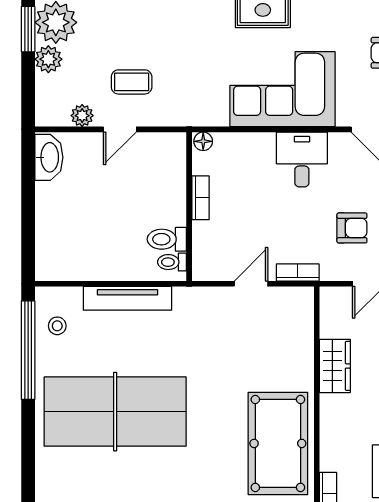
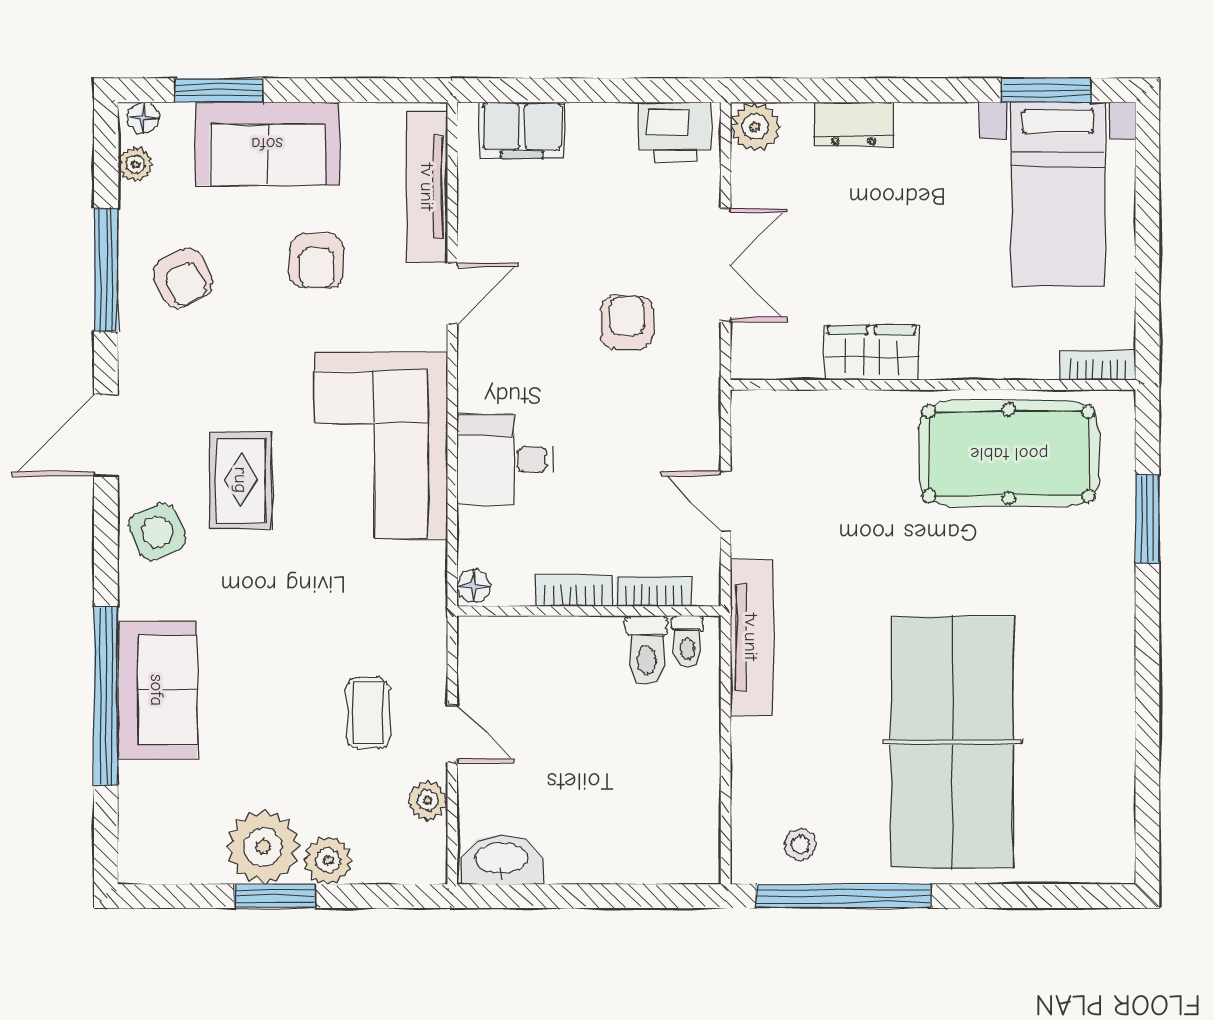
desk: (302, 159) -> (506, 459), moved
bookcase: (298, 272) -> (654, 591), moved, turned 90
tv unit: (127, 298) -> (751, 637), moved

